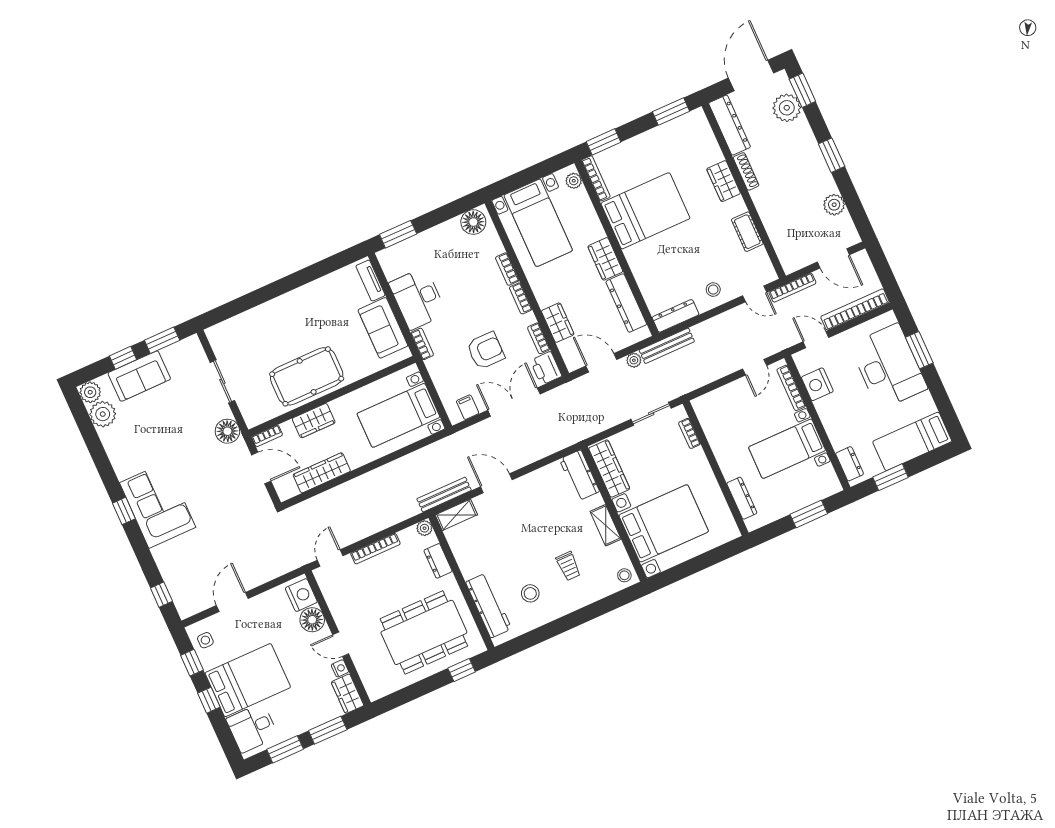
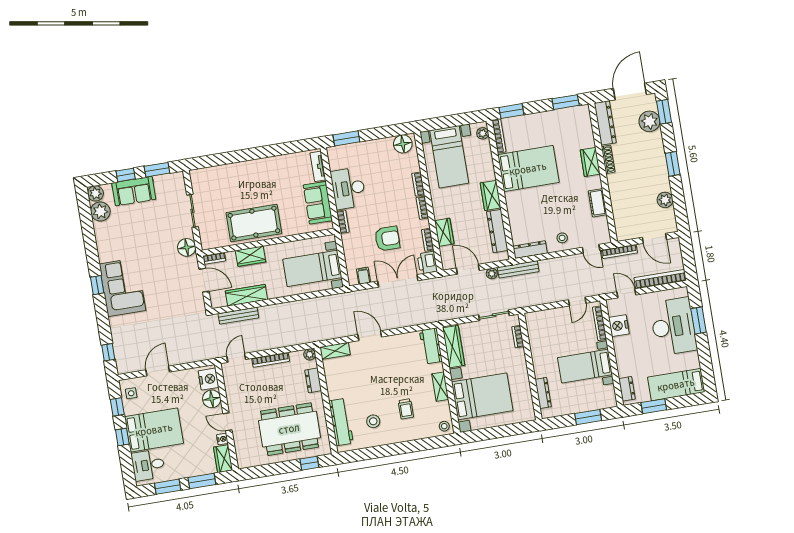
bench: (444, 495) -> (238, 316), moved

